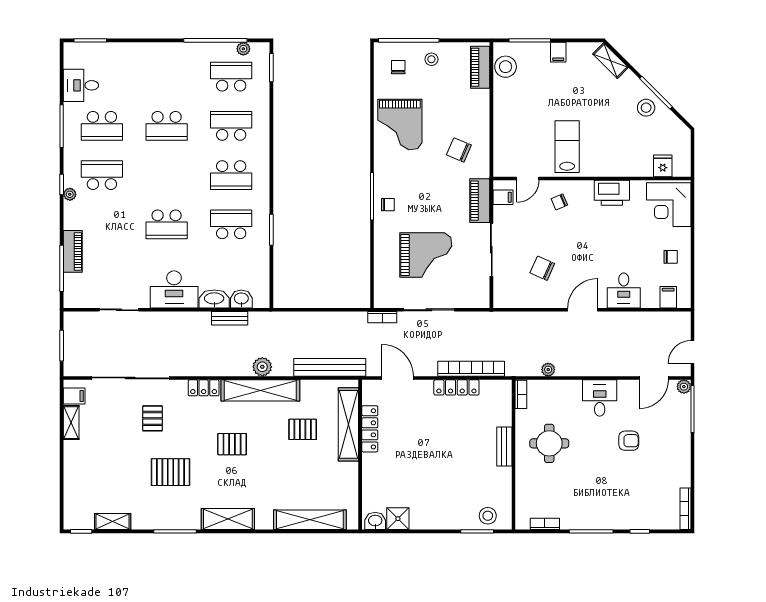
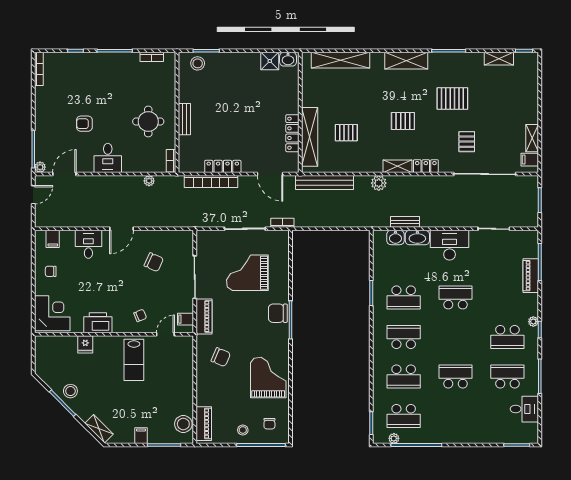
fridge: (663, 166) -> (85, 344), moved
chair: (388, 205) -> (278, 313), width x1.87, depth x1.87
shelving: (260, 390) -> (397, 166), width x0.45, depth x0.75

